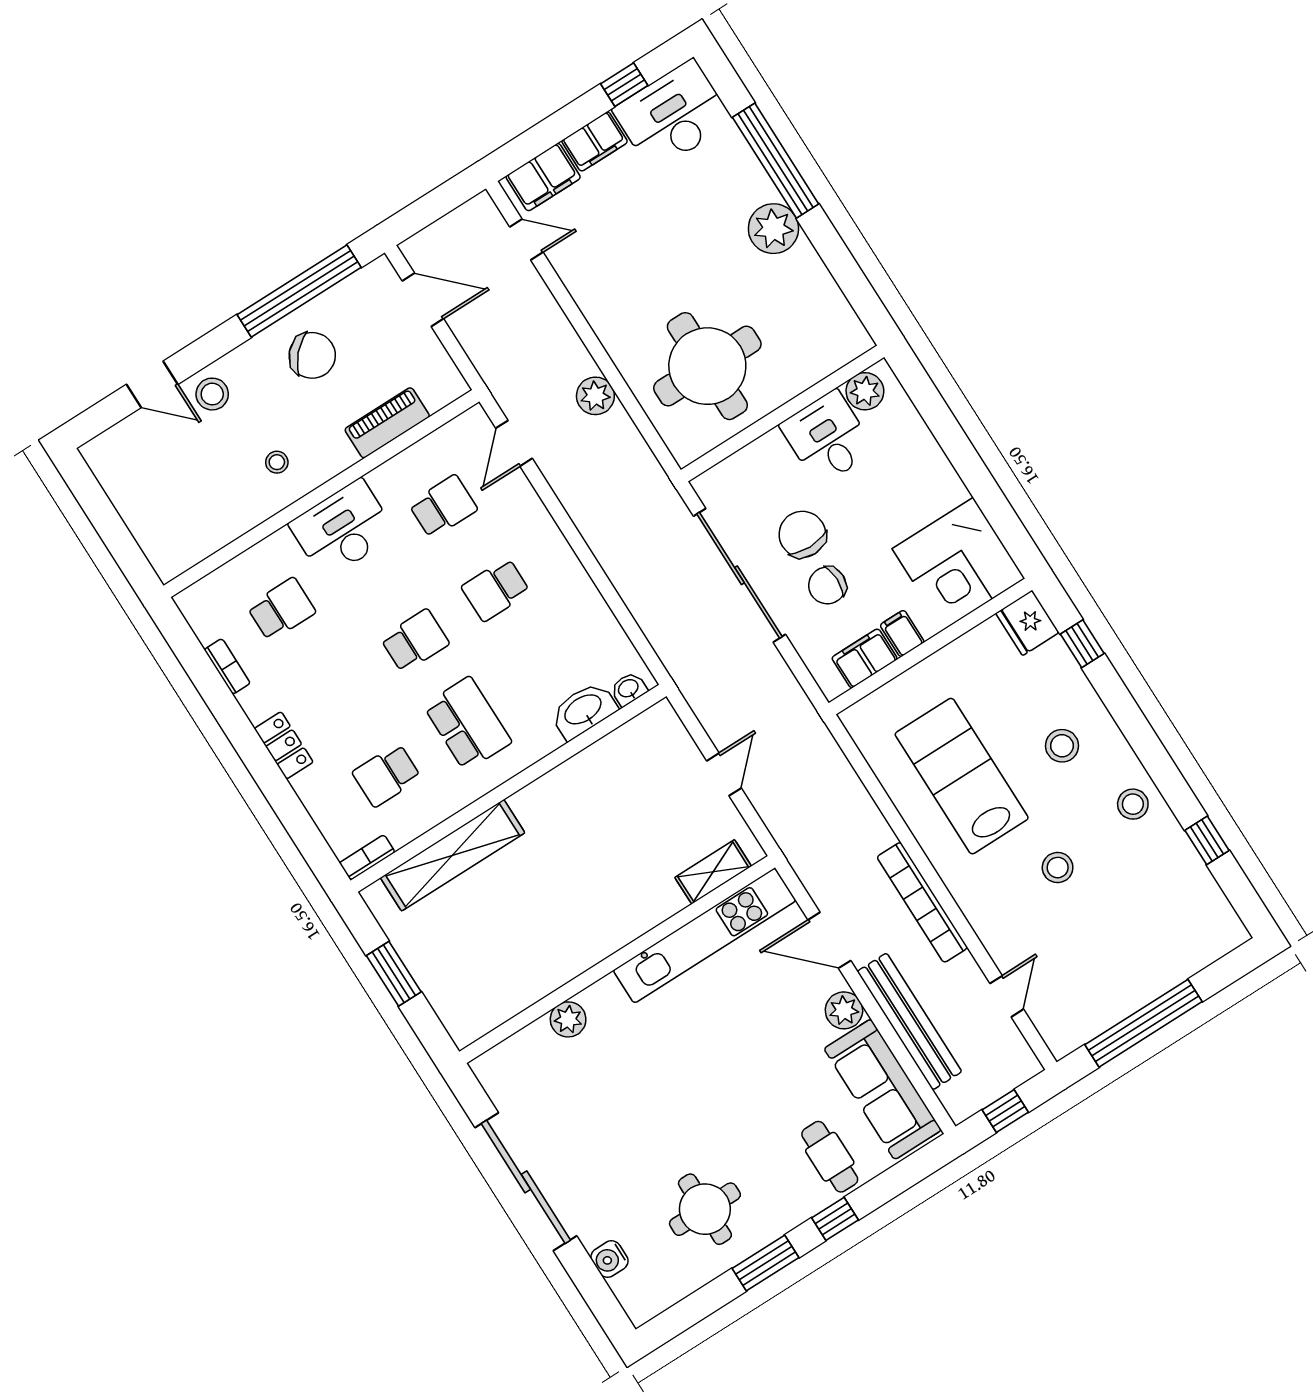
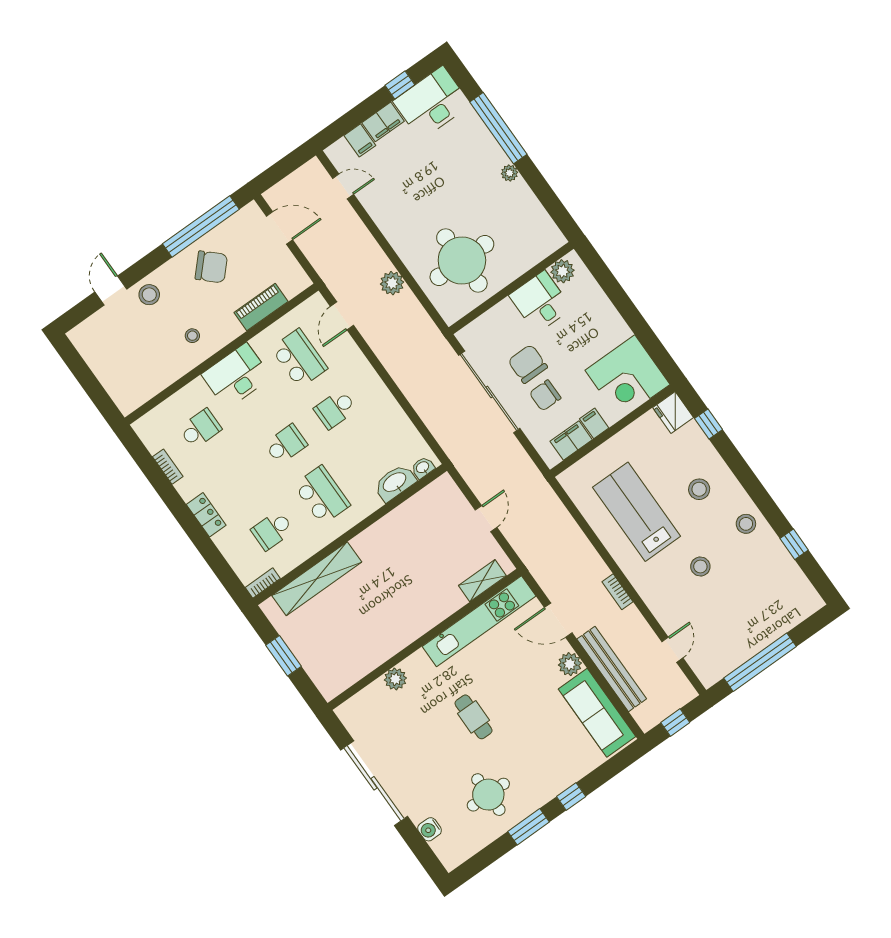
filing cabinet: (543, 177) -> (360, 140), width x0.50
plant: (773, 229) -> (510, 173), width x0.53, depth x0.53
door: (152, 384) -> (111, 291), swing flipped
school desk: (443, 507) -> (299, 358), width x1.85
bookcase: (922, 902) -> (618, 592), width x0.43, depth x0.76
cafe table: (830, 1157) -> (474, 717), moved

